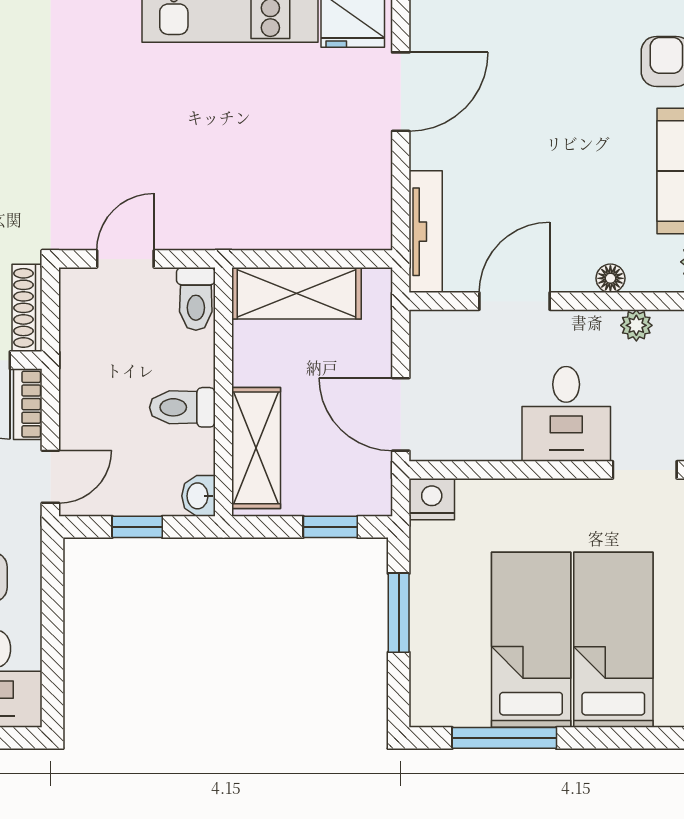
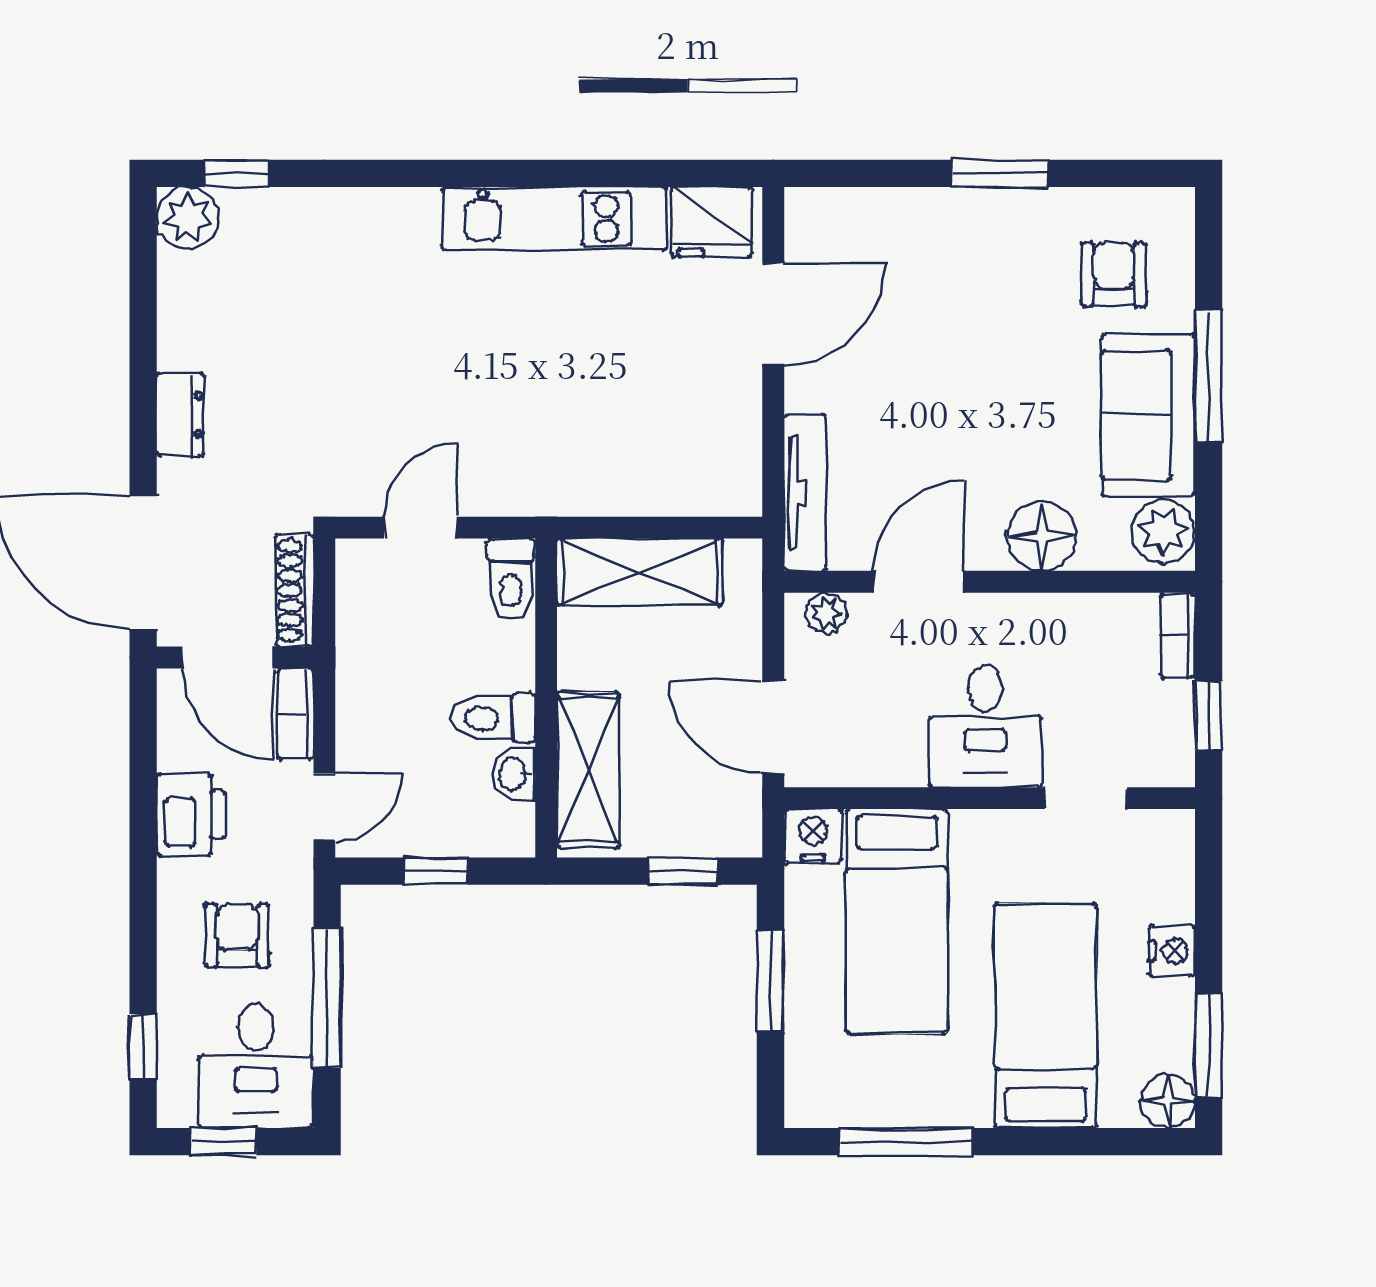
floor lamp: (610, 278) -> (1042, 536), width x1.89, depth x1.89
plant: (636, 325) -> (826, 613), moved
washbasin: (198, 496) -> (514, 774), moved
window: (53, 626) -> (327, 999), added
bed: (531, 640) -> (897, 921), moved, turned 180

